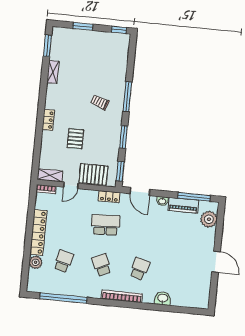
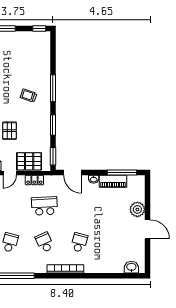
locker: (109, 197) -> (34, 180), moved
plant: (209, 219) -> (137, 209), moved
washbasin: (163, 298) -> (131, 267), moved

